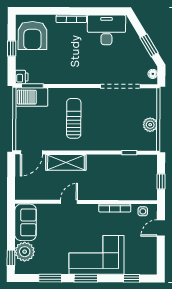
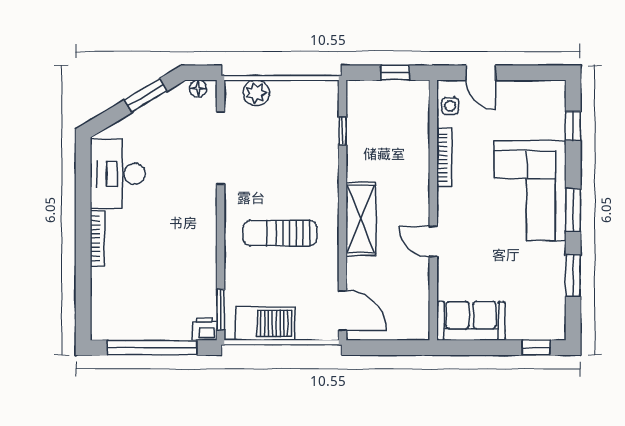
armchair: (32, 35) -> (128, 309), removed
window: (12, 48) -> (152, 348), width x3.17
barbecue: (32, 97) -> (266, 323), moved, turned -90
plant: (150, 125) -> (256, 93), moved
shelving: (66, 162) -> (361, 219), moved
plant: (25, 252) -> (525, 322), removed

